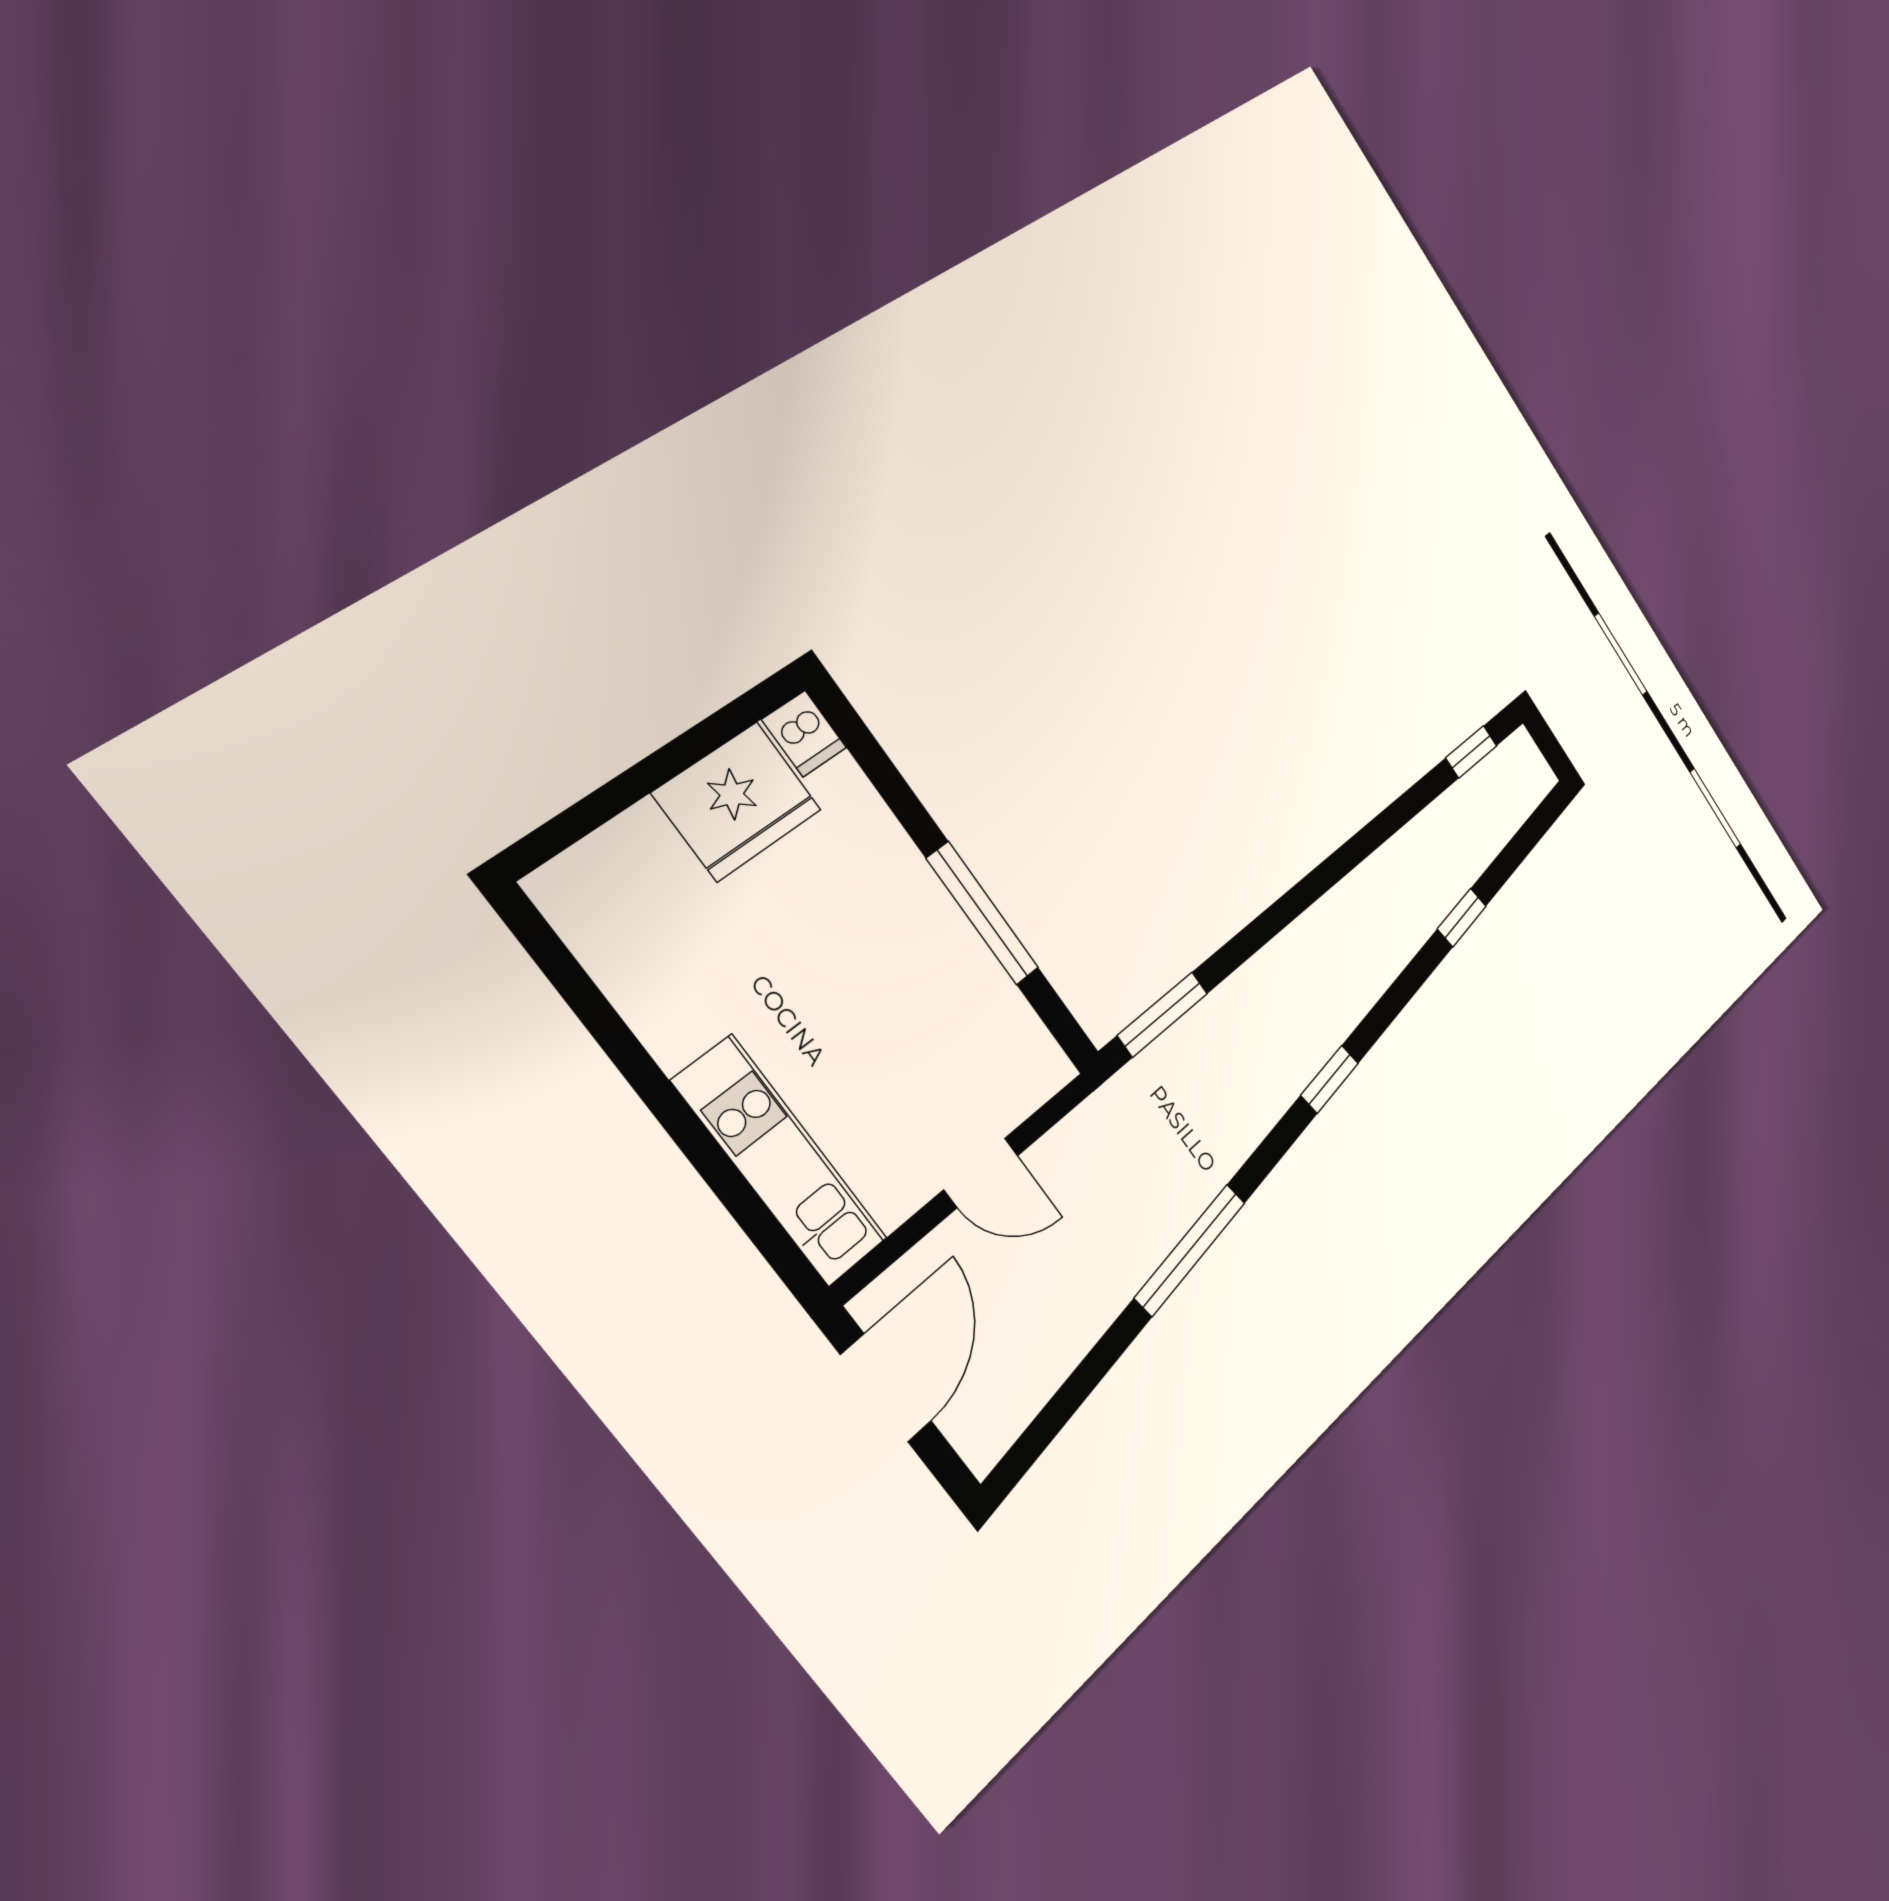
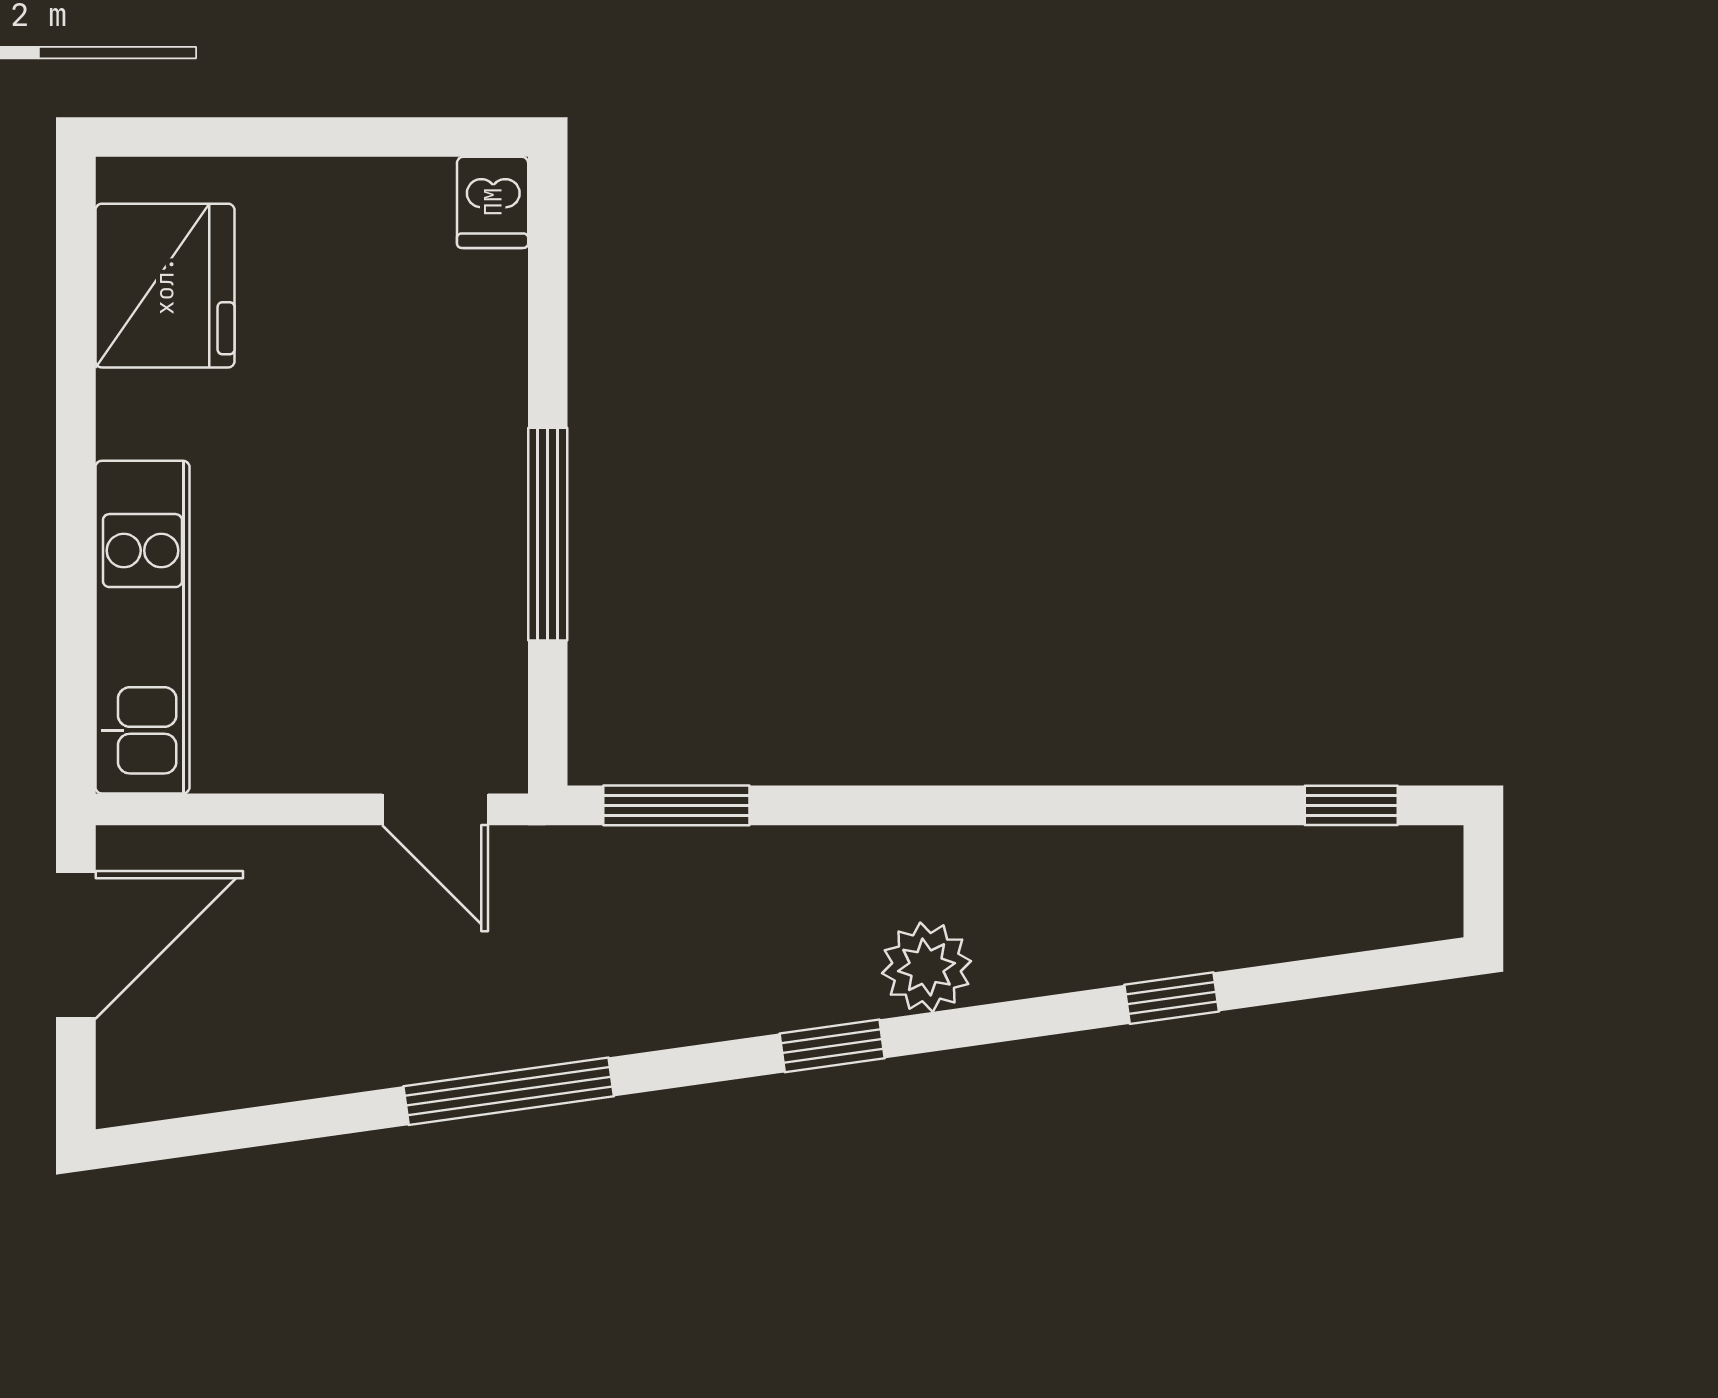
fridge: (737, 802) -> (165, 286), moved, turned -90
plant: (1344, 998) -> (927, 967), added
door: (981, 1173) -> (435, 809), moved

